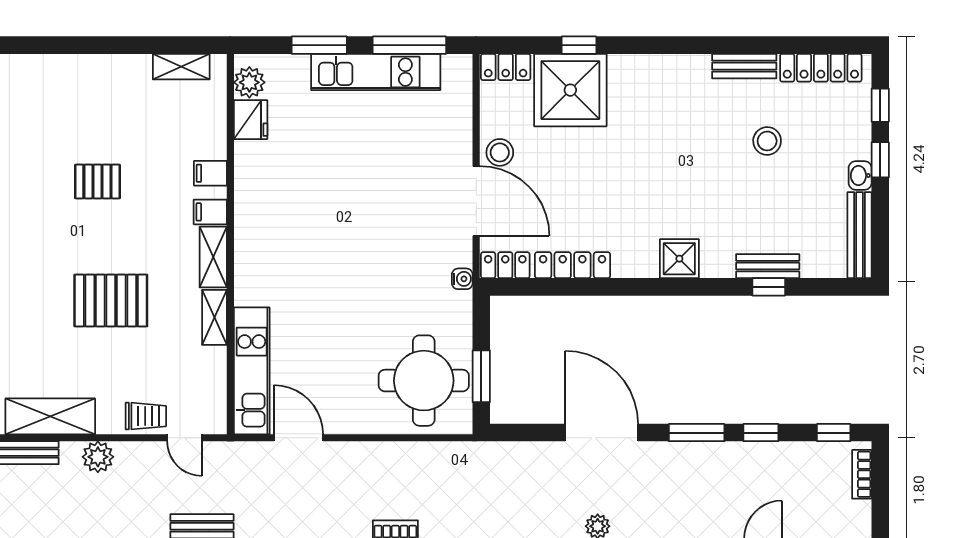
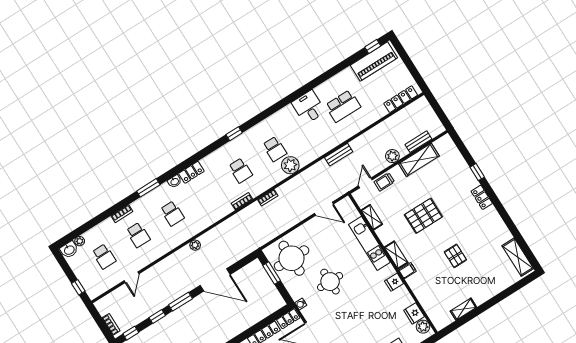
shelving: (181, 67) -> (463, 309), moved
filing cabinet: (210, 173) -> (416, 285), removed
pallet: (97, 182) -> (455, 256), turned 90
fridge: (251, 206) -> (394, 282), added
round table: (377, 287) -> (330, 282), added
shelving: (214, 317) -> (372, 217), moved
kitchen unit: (252, 371) -> (369, 243), moved
door: (185, 438) -> (365, 183), hinge flipped

